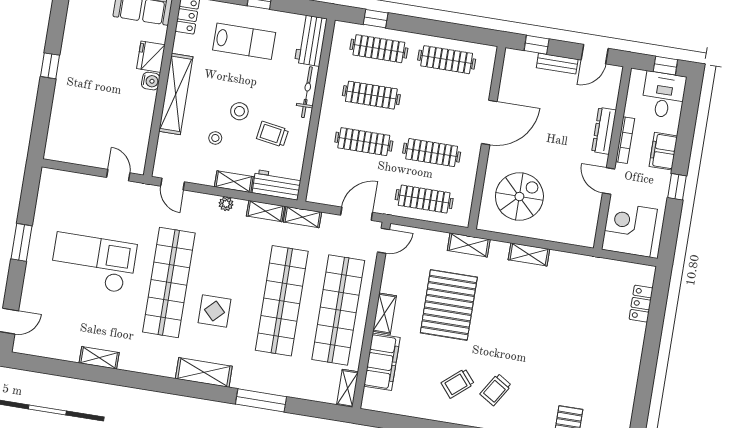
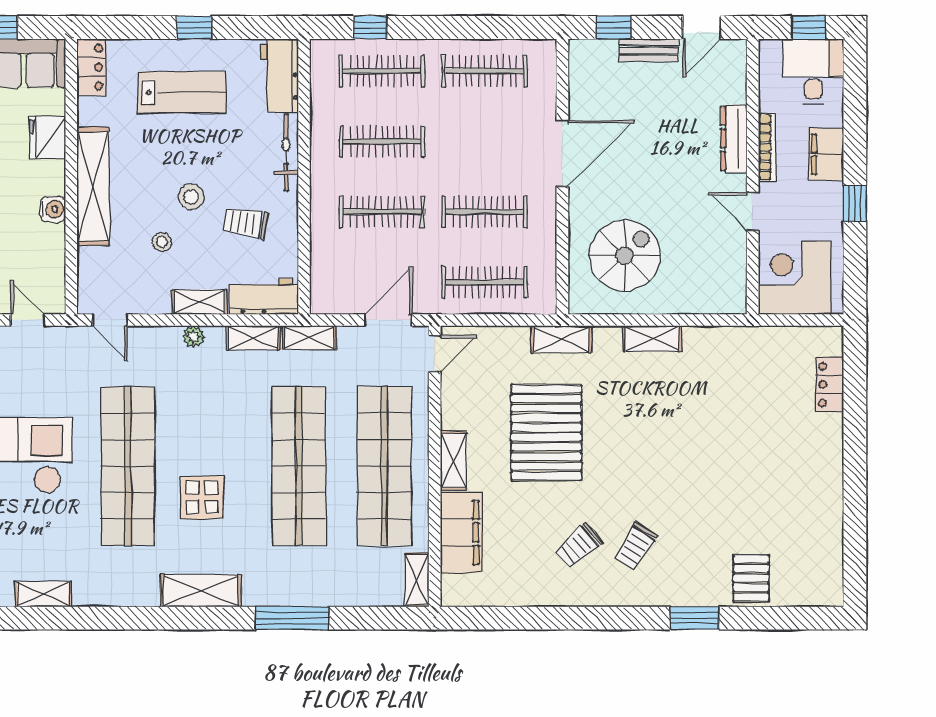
water cooler: (151, 81) -> (53, 209), moved

